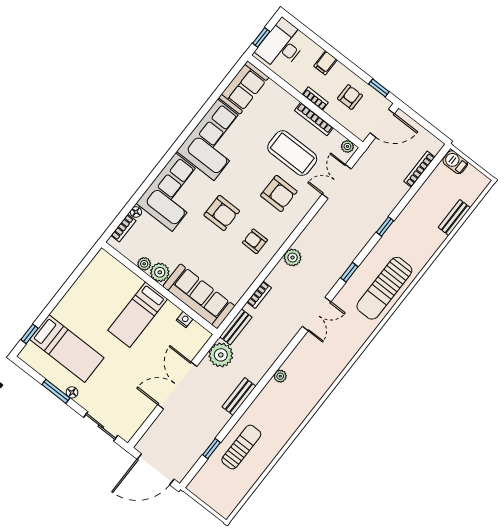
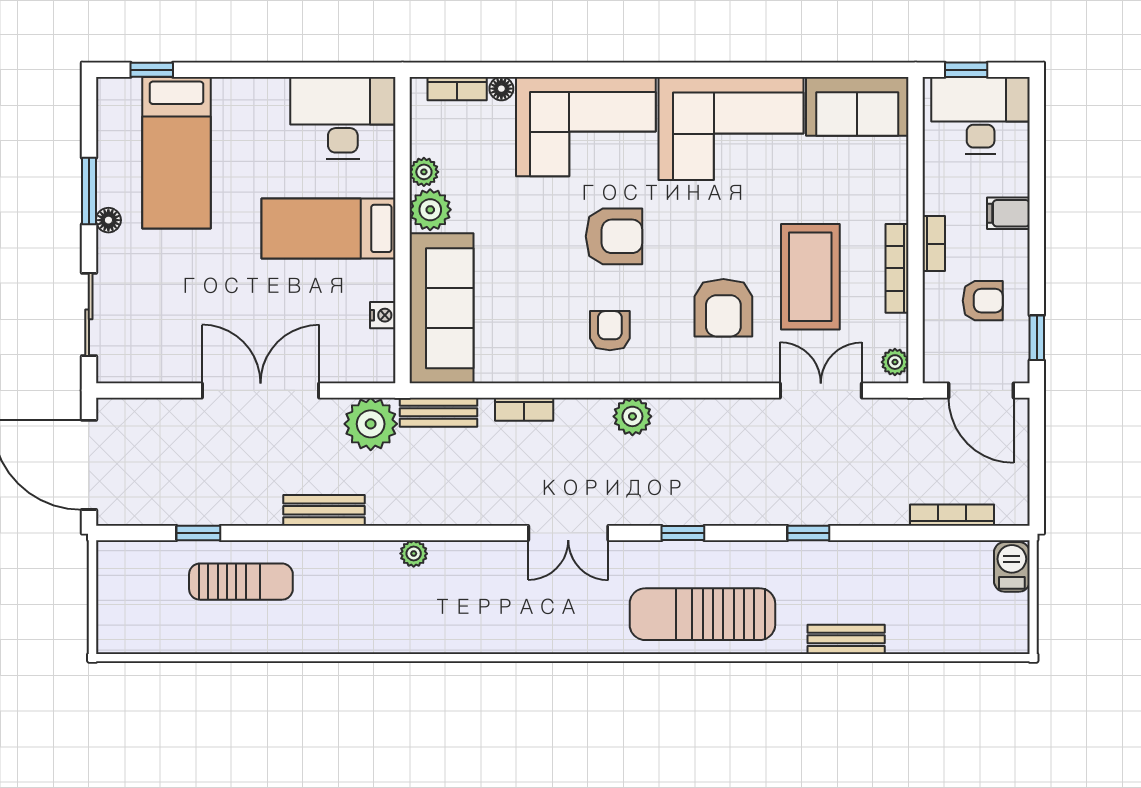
armchair: (222, 213) -> (614, 236), turned -90
bench: (454, 218) -> (846, 639), moved
desk: (102, 278) -> (343, 118), added

